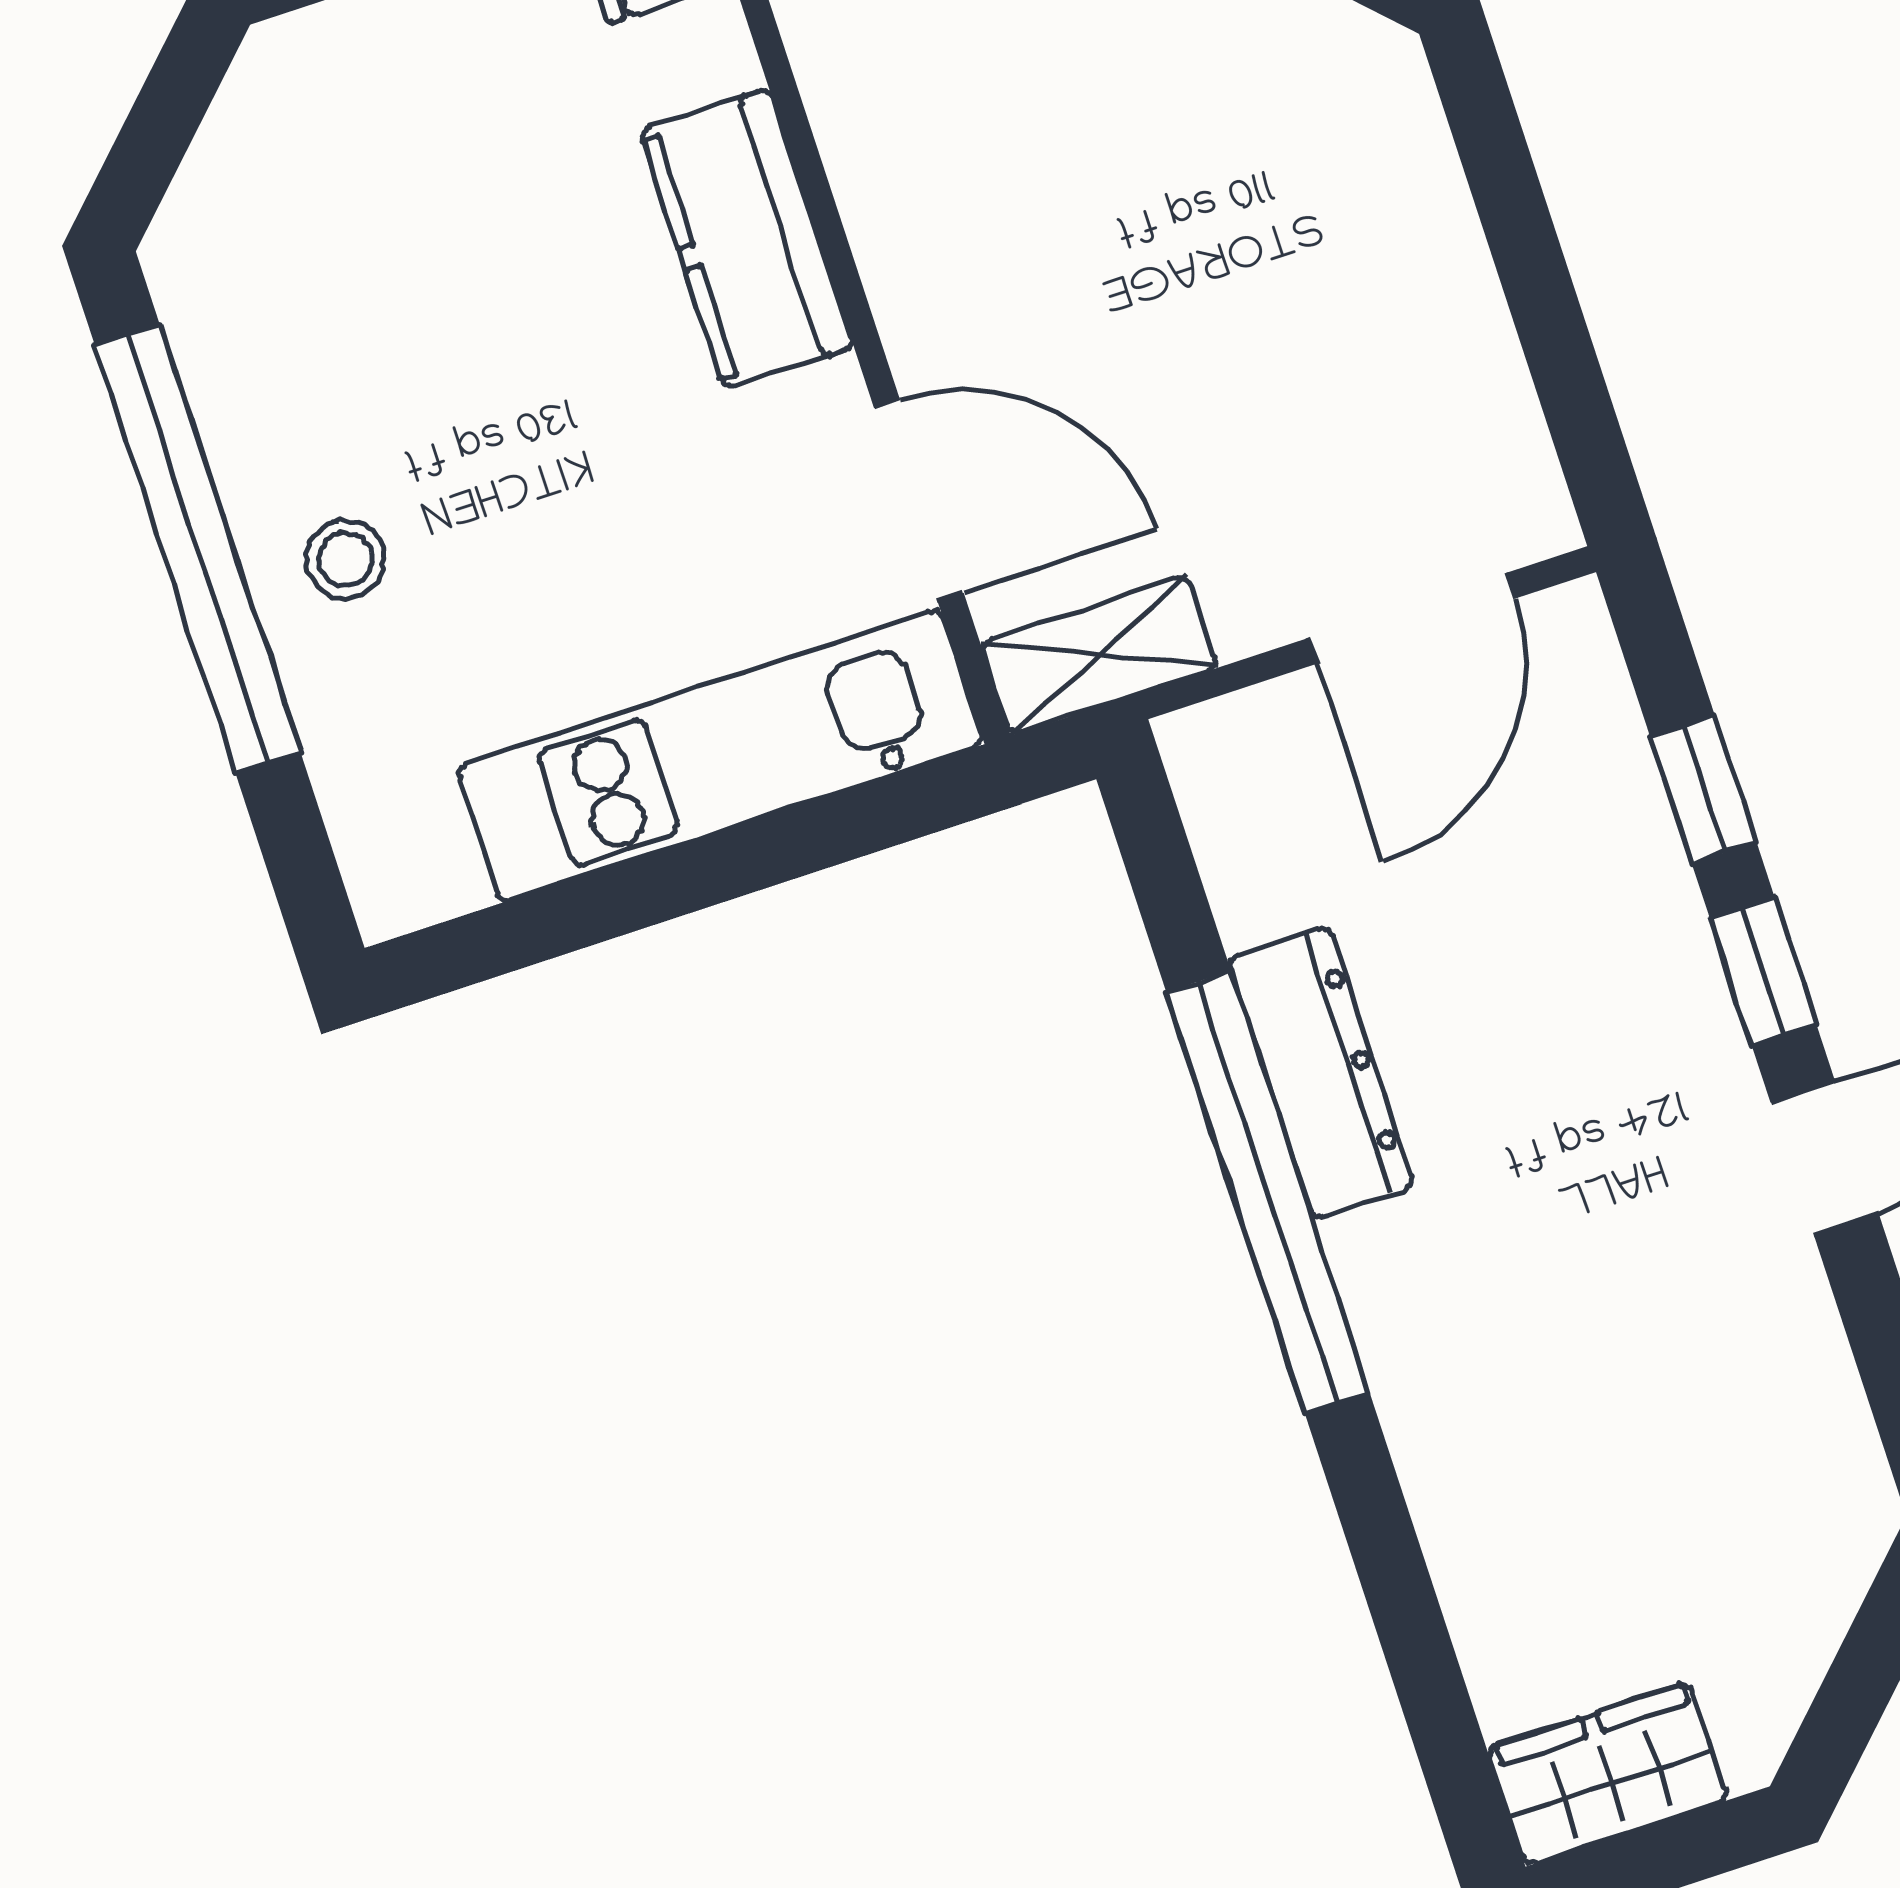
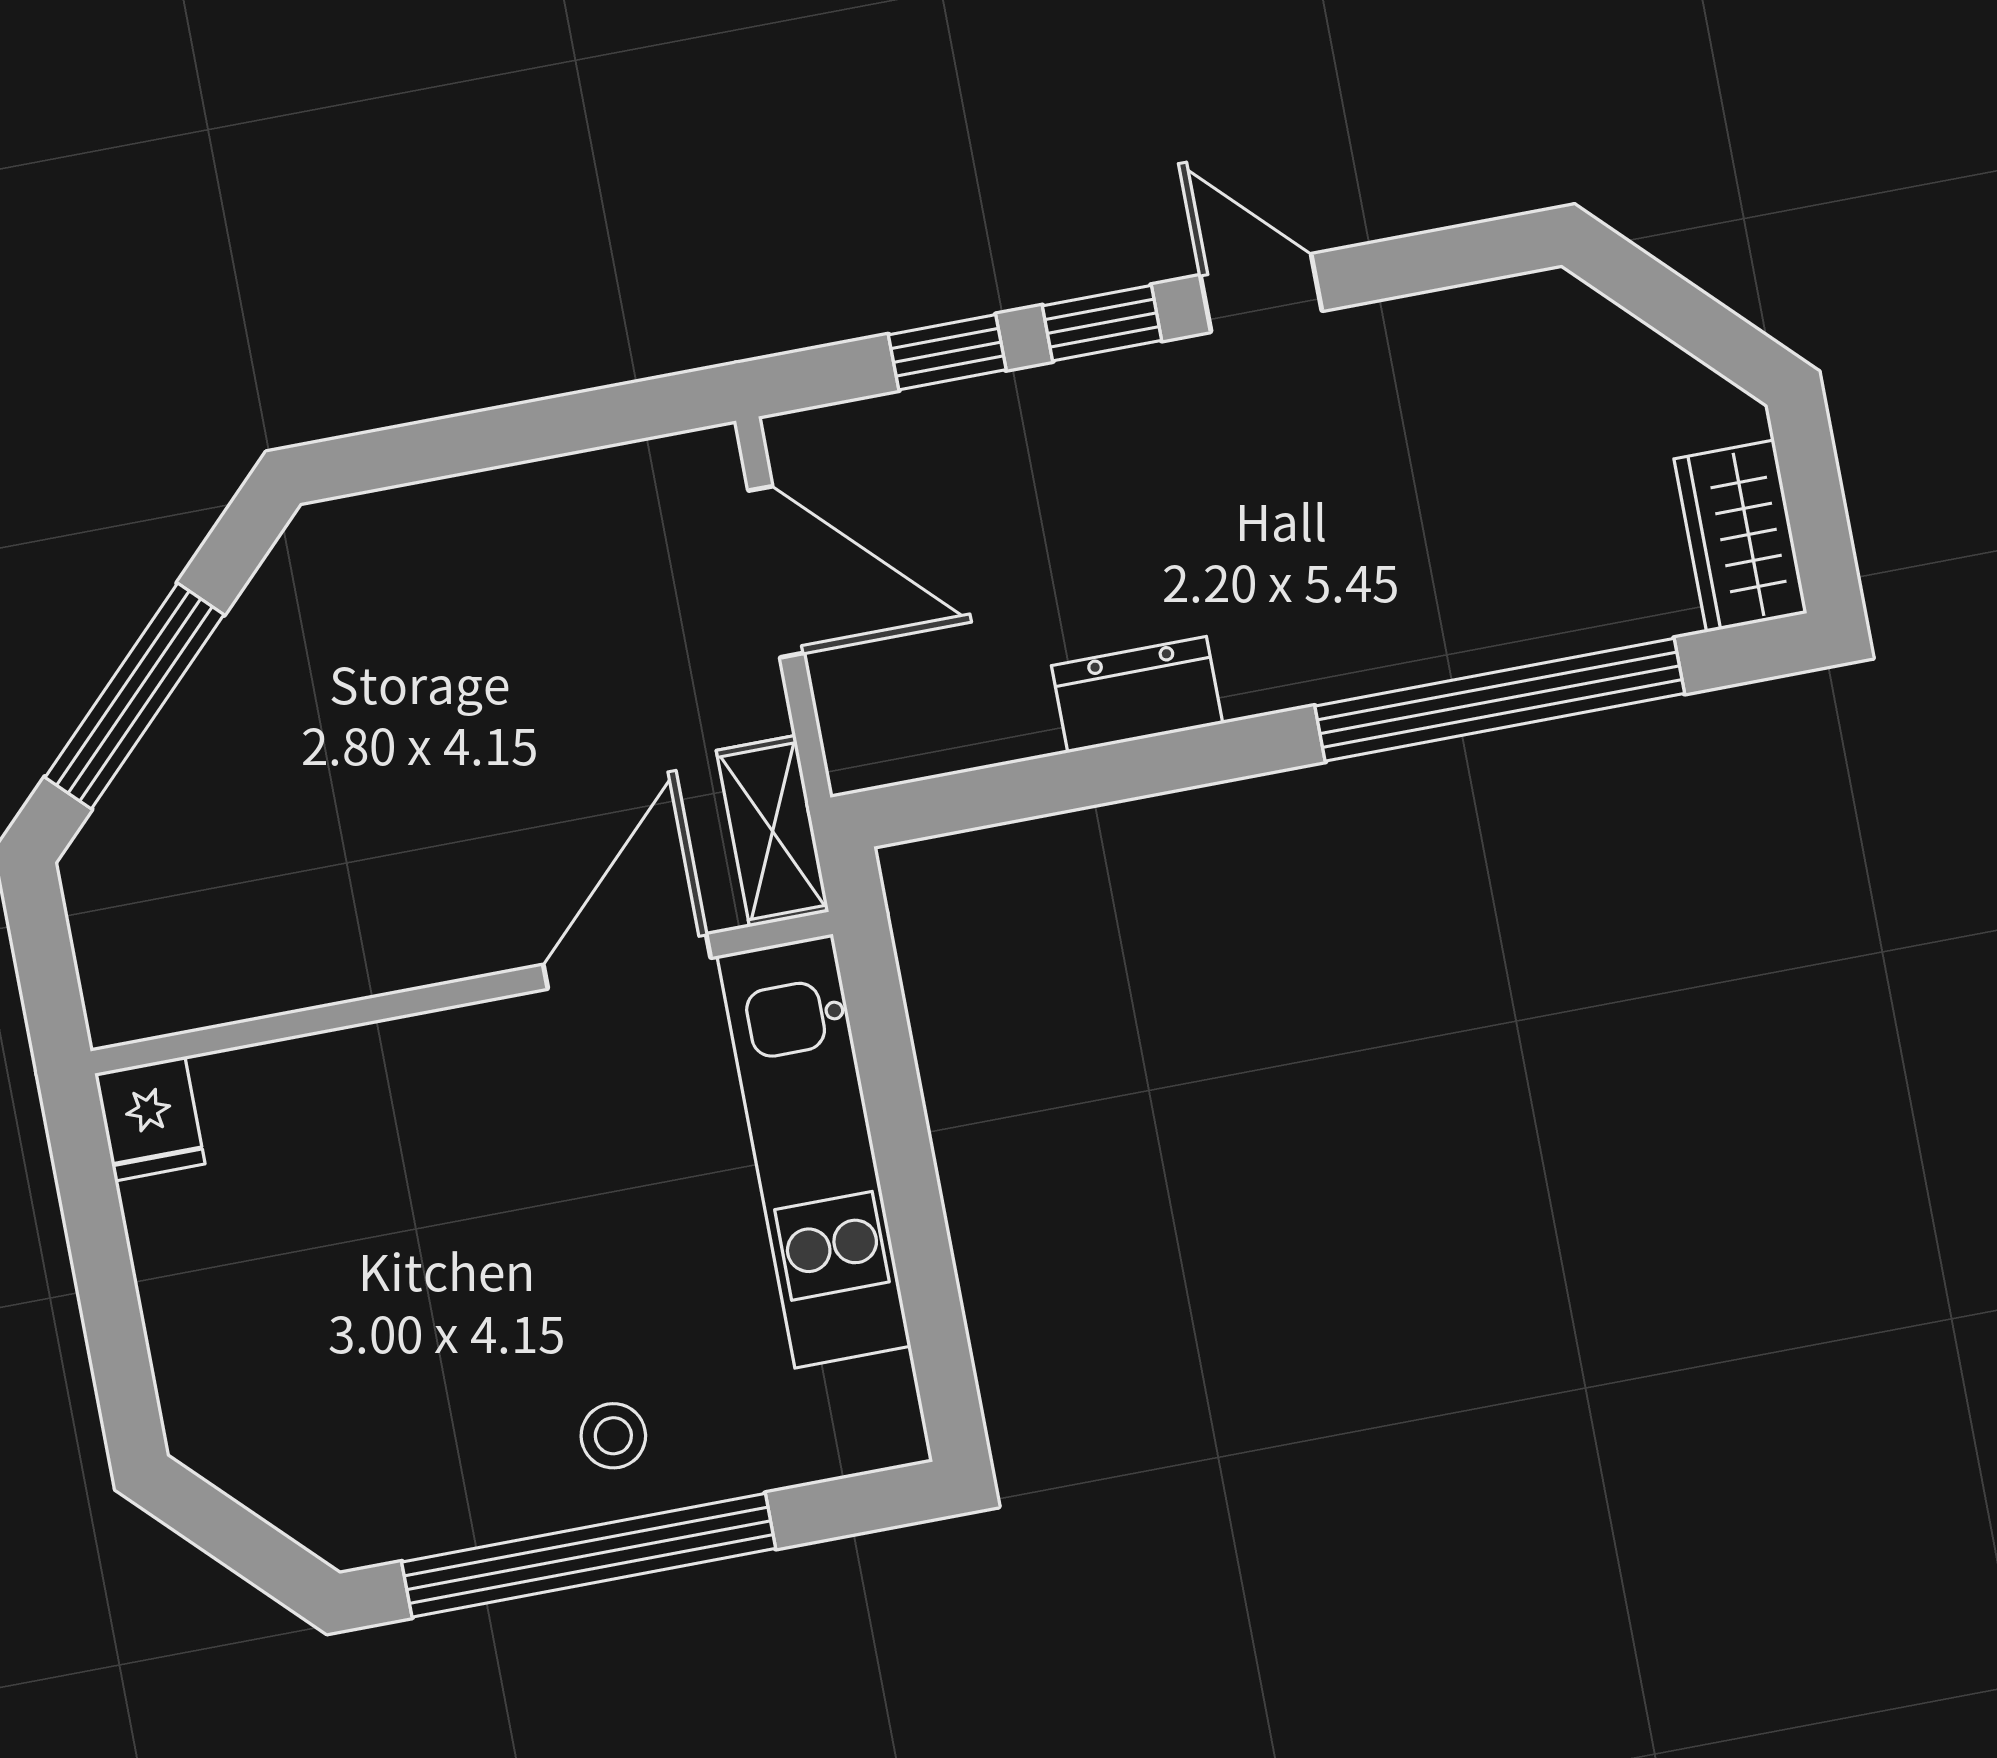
kitchen counter: (747, 239) -> (395, 1074), removed
dresser: (1321, 1073) -> (1137, 695), width x0.70
window: (1268, 1192) -> (1500, 700), moved

